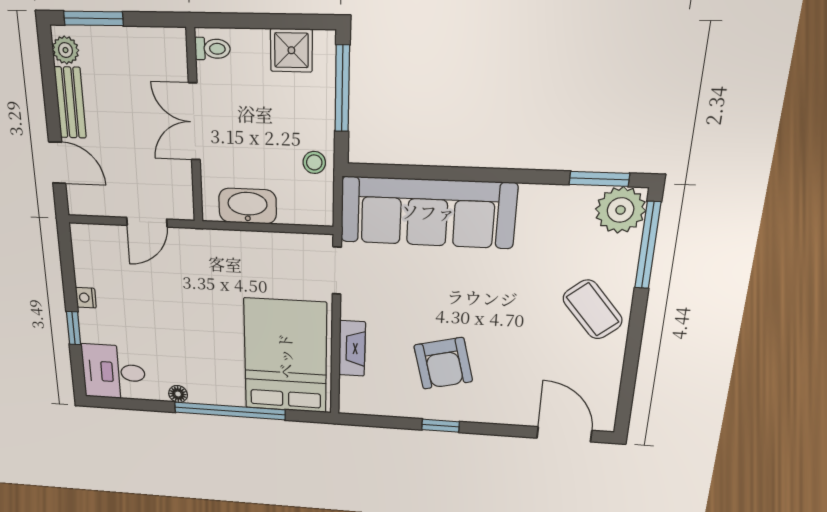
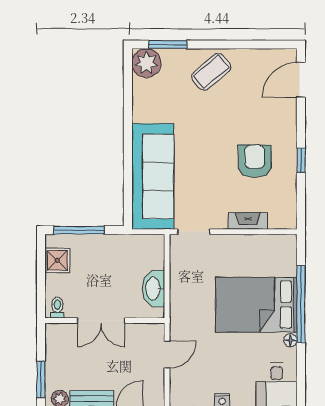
stool: (314, 162) -> (124, 247), removed
window: (599, 179) -> (128, 77), removed
door: (147, 222) -> (167, 355), hinge flipped
window: (648, 245) -> (168, 44), width x0.69
bed: (285, 356) -> (256, 305), moved
armchair: (443, 363) -> (255, 161), turned -76

